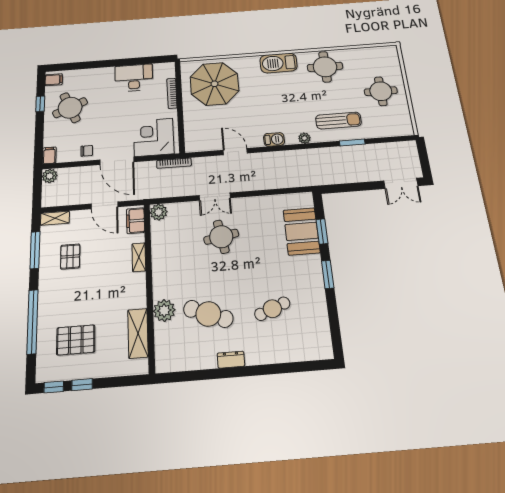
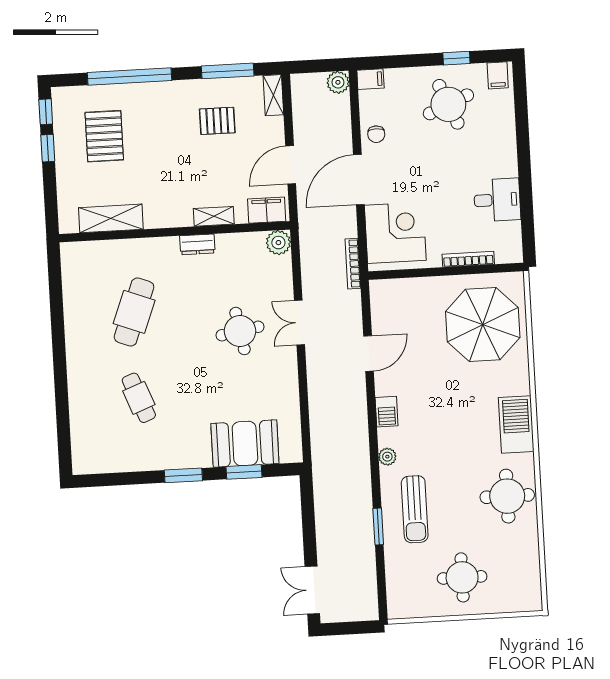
desk: (134, 78) -> (497, 200), width x0.73
plant: (164, 311) -> (140, 253), removed
dresser: (231, 360) -> (197, 244), moved, turned 90

